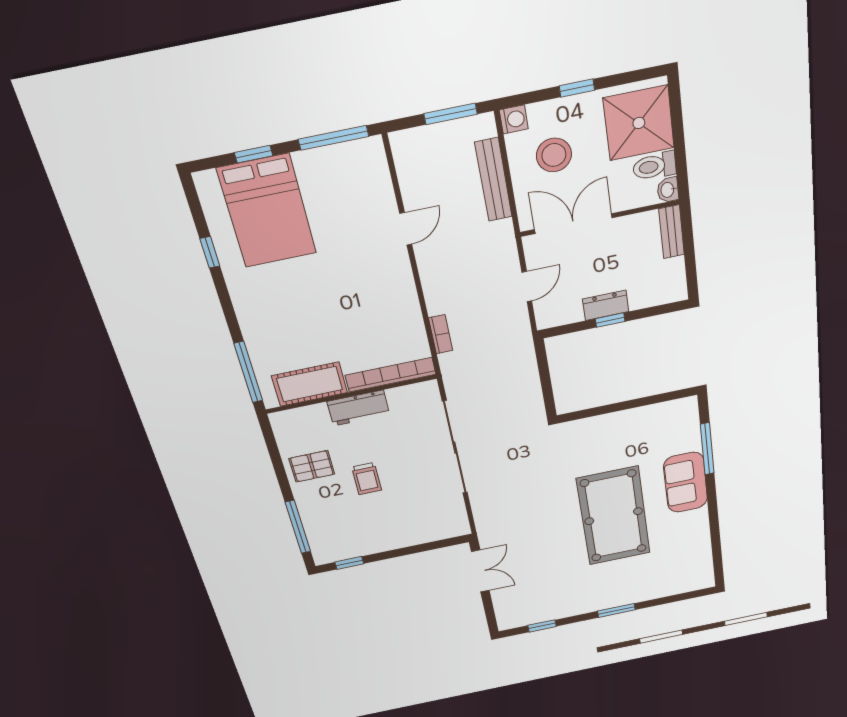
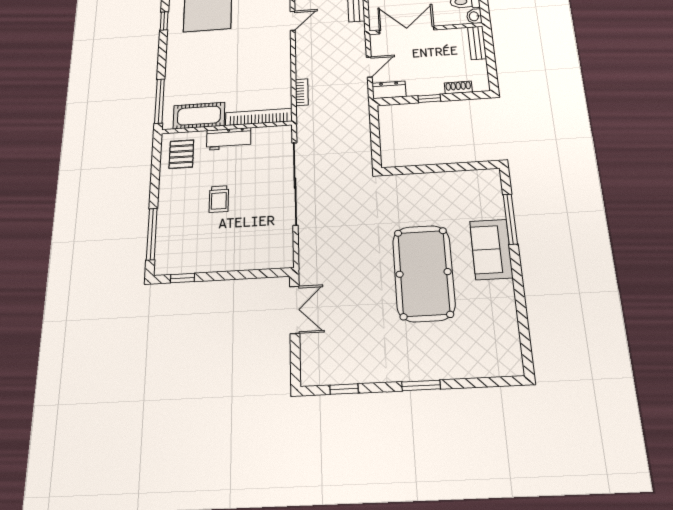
shoe rack: (647, 300) -> (458, 87), added
dresser: (606, 305) -> (389, 90), moved
pallet: (312, 466) -> (181, 154), moved, turned 90

